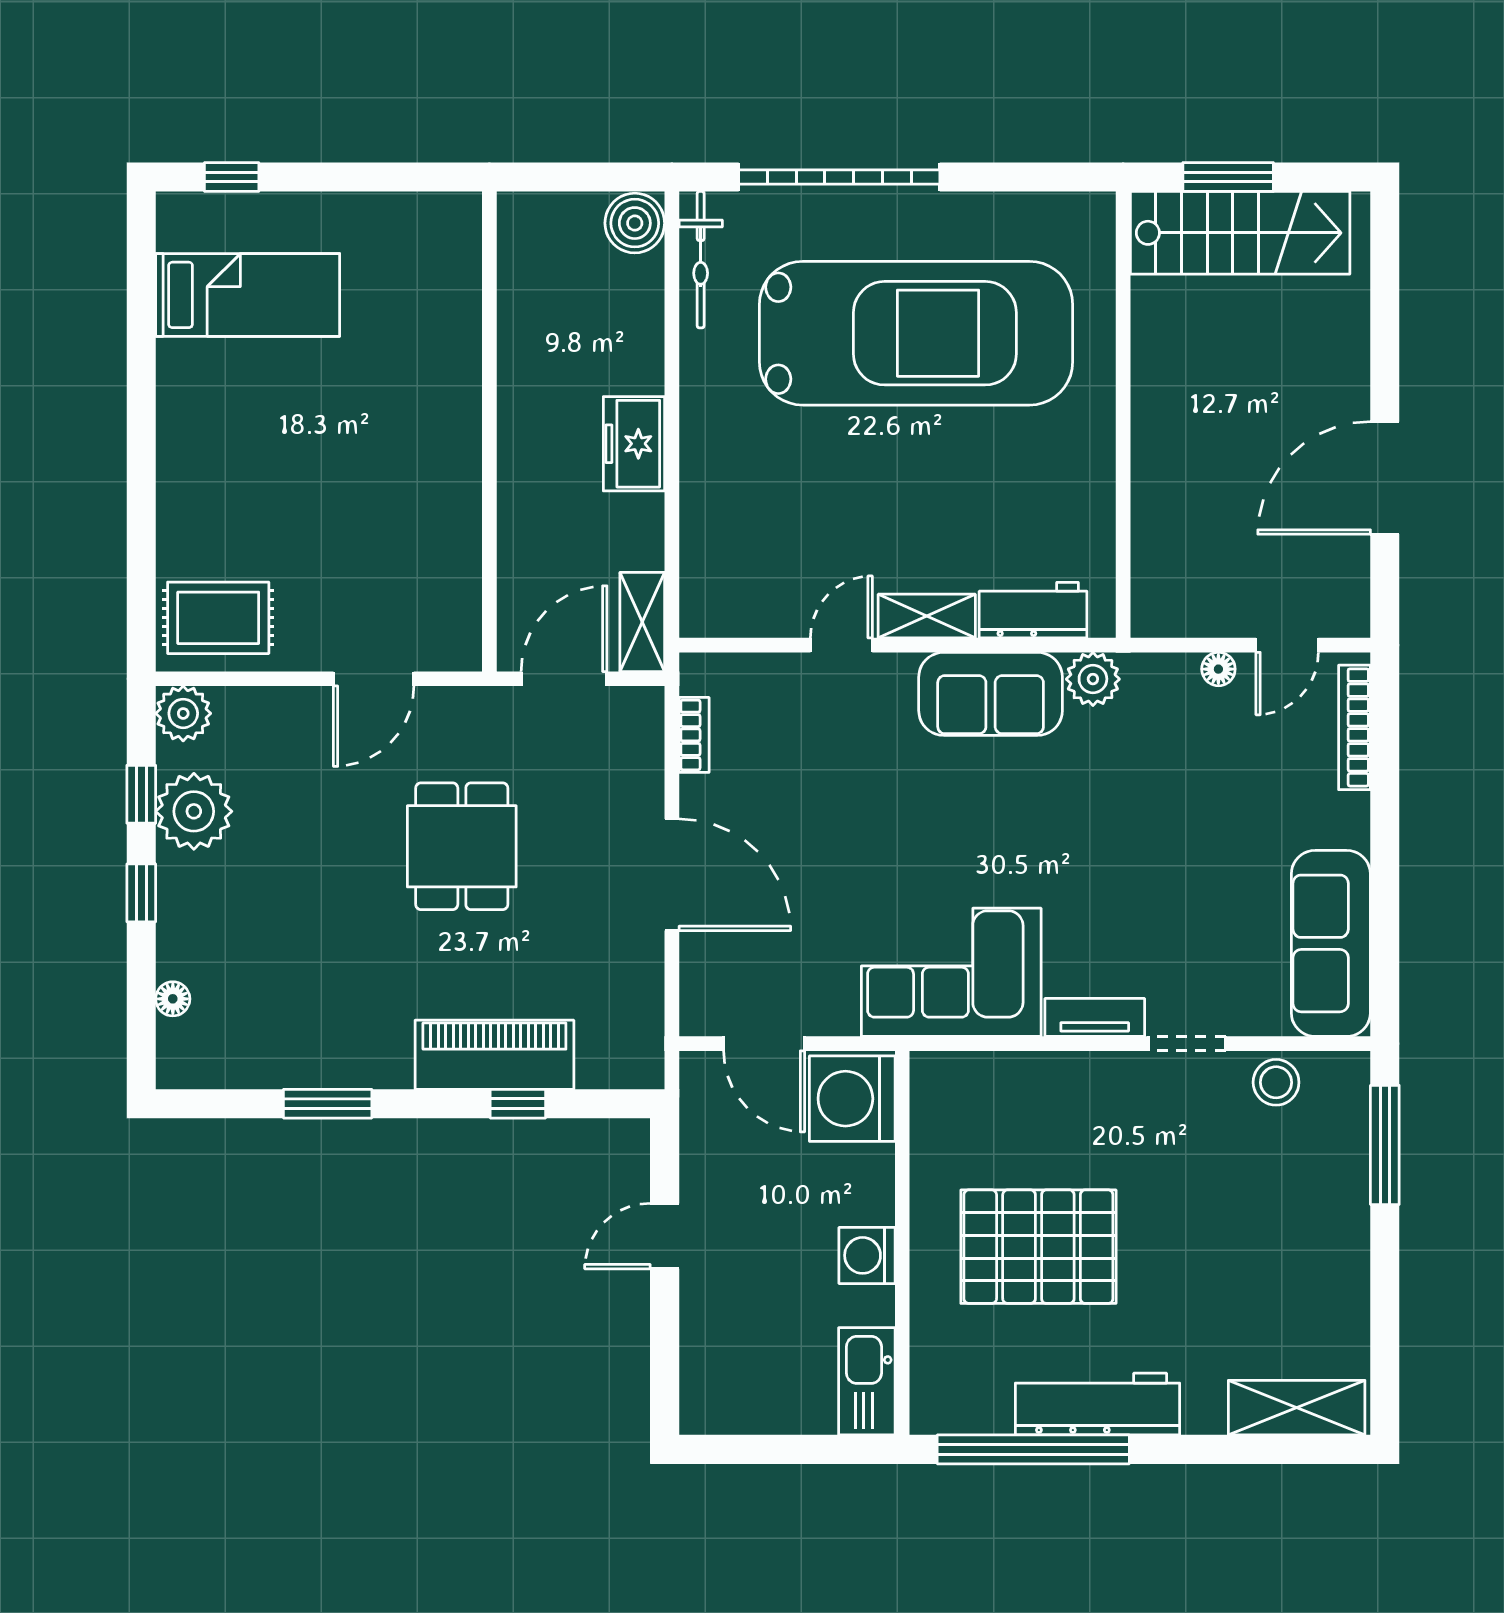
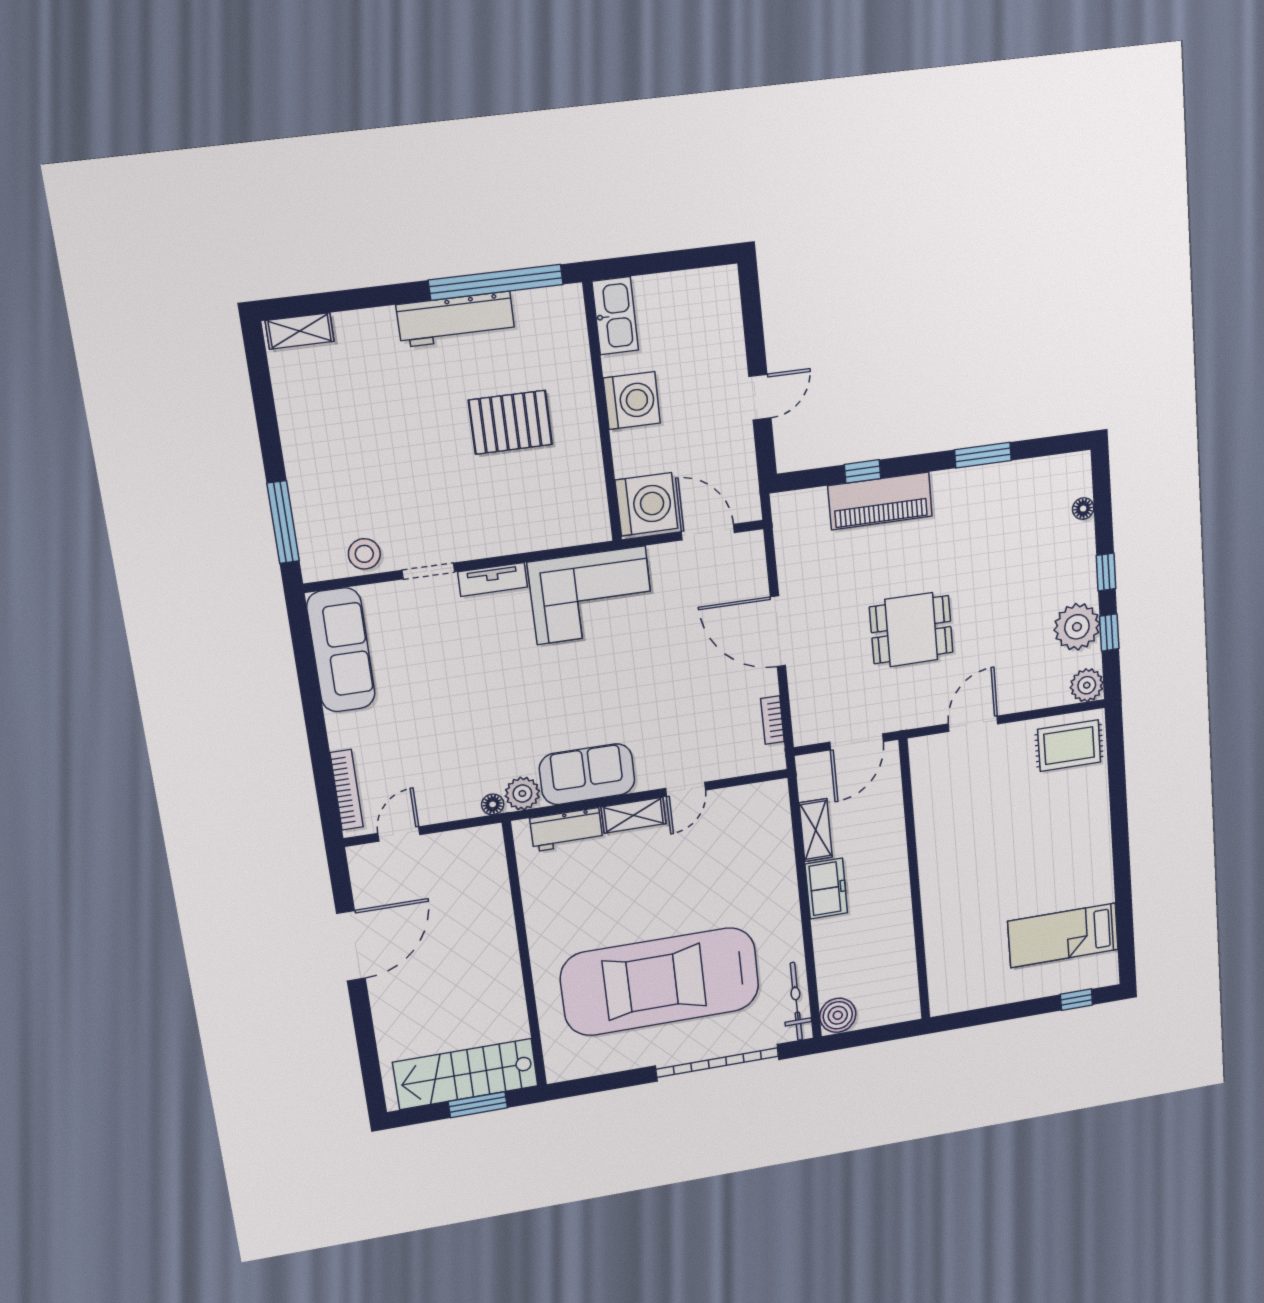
shelving: (642, 622) -> (816, 830), moved
floor lamp: (1218, 669) -> (493, 804), moved
dining table: (462, 846) -> (911, 630), turned 90
pallet: (1038, 1247) -> (510, 422), width x0.73, depth x0.71
washing machine: (867, 1255) -> (632, 401), width x1.37, depth x1.37
shelving: (1297, 1408) -> (300, 331), width x0.67, depth x0.75

